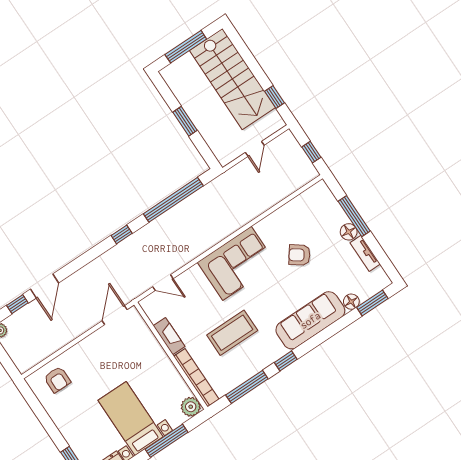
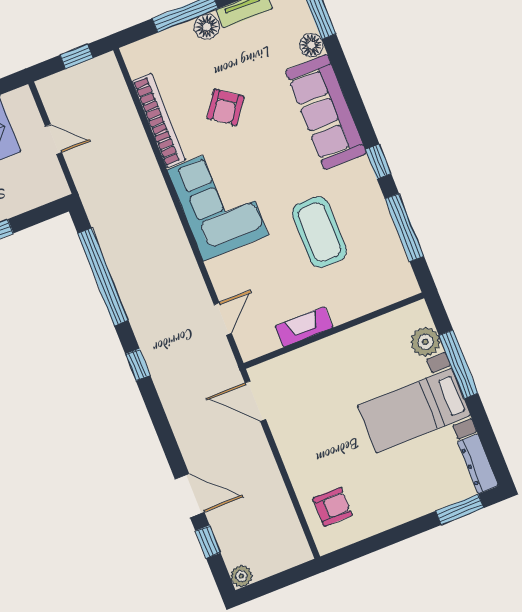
bookcase: (196, 378) -> (159, 120), moved, turned 90
plant: (191, 407) -> (425, 342), moved

